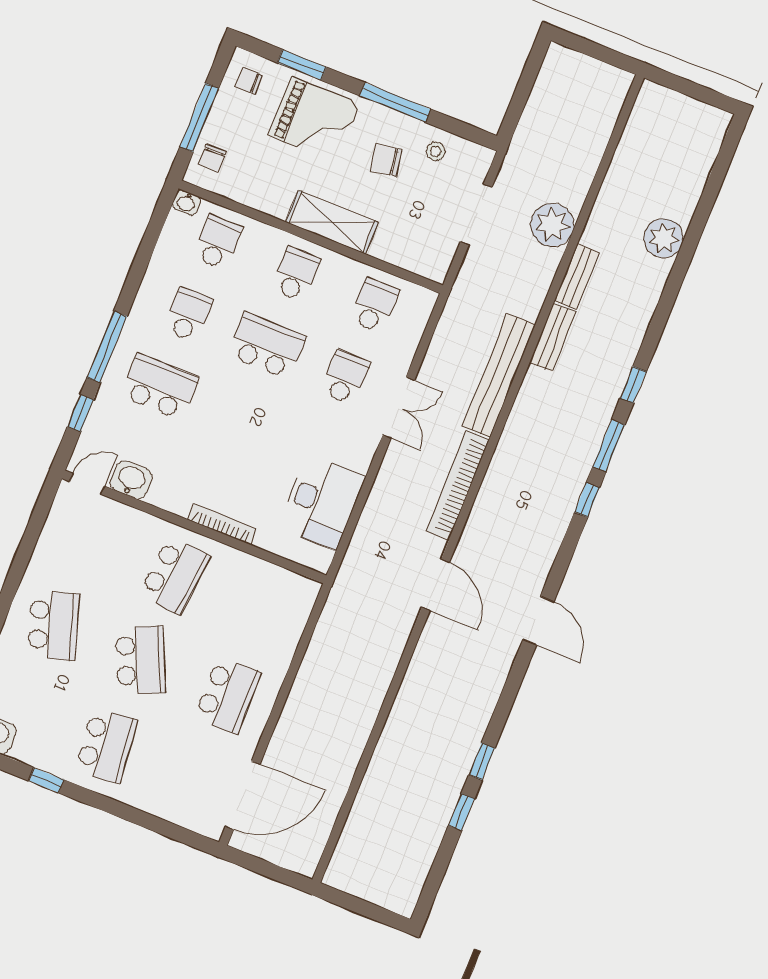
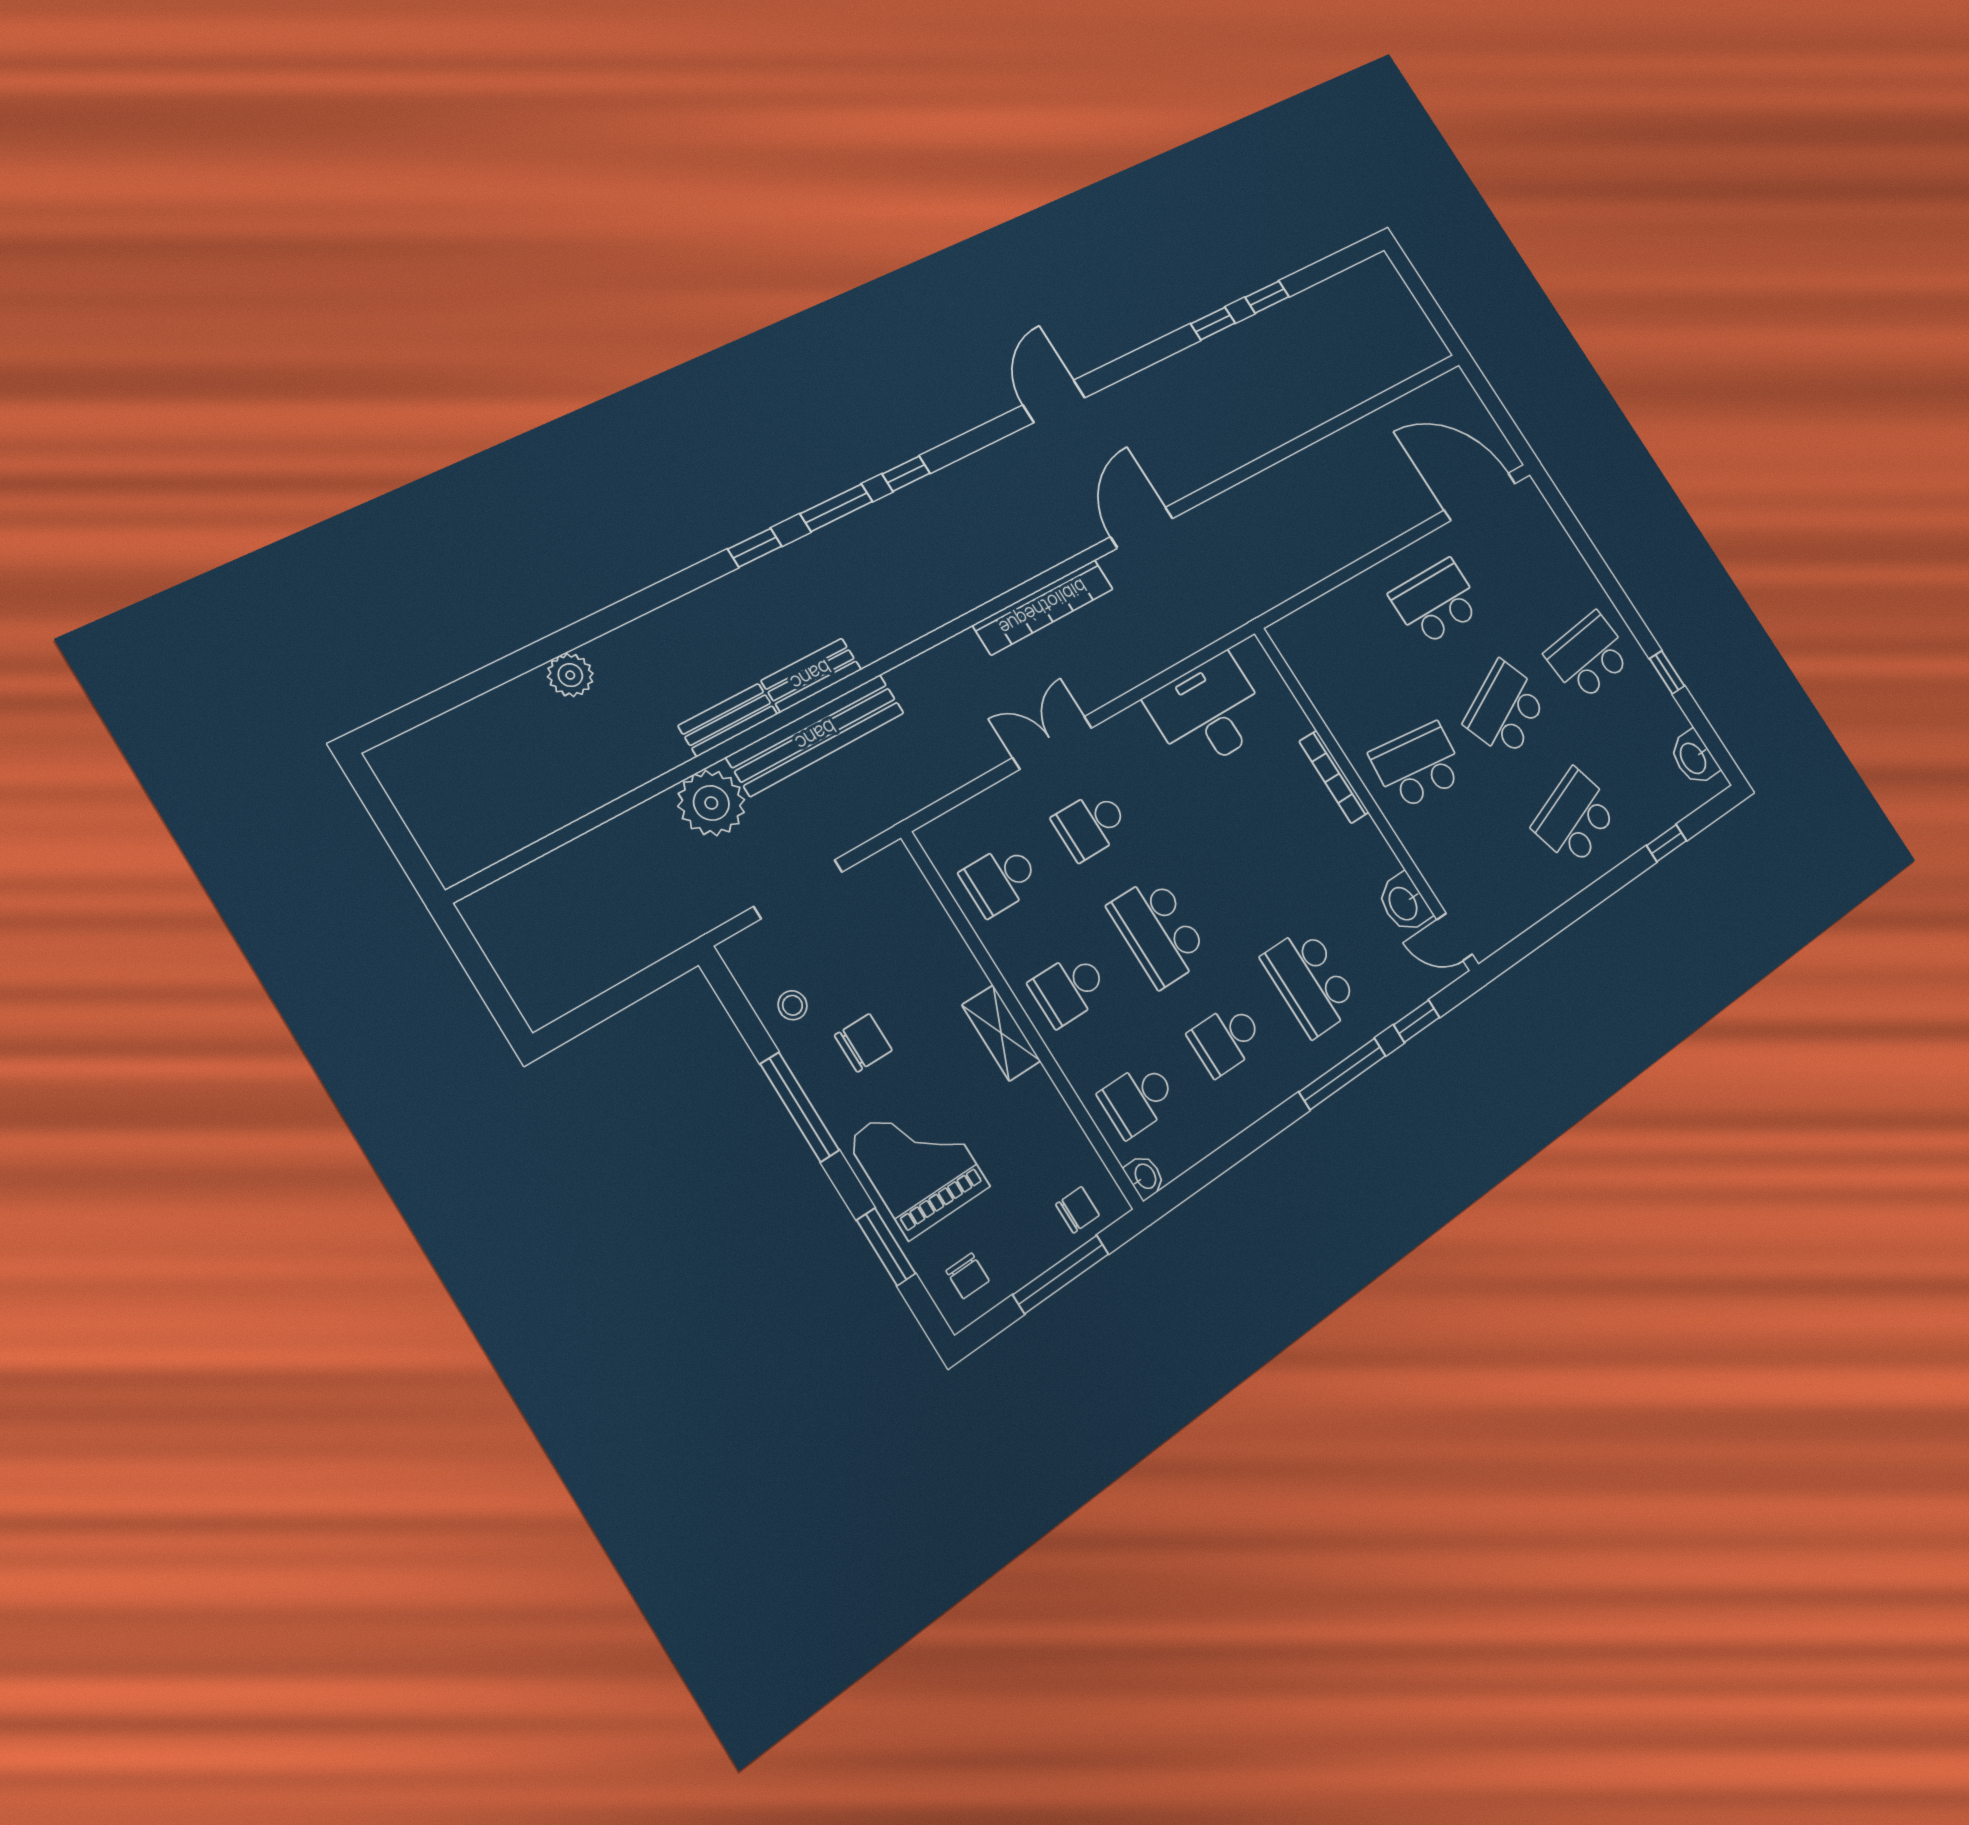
chair: (386, 160) -> (863, 1043), turned -81
shelving: (332, 222) -> (1001, 1033), width x0.67, depth x0.75
plant: (664, 238) -> (570, 675), width x0.73, depth x0.73
bench: (499, 376) -> (816, 735), moved

